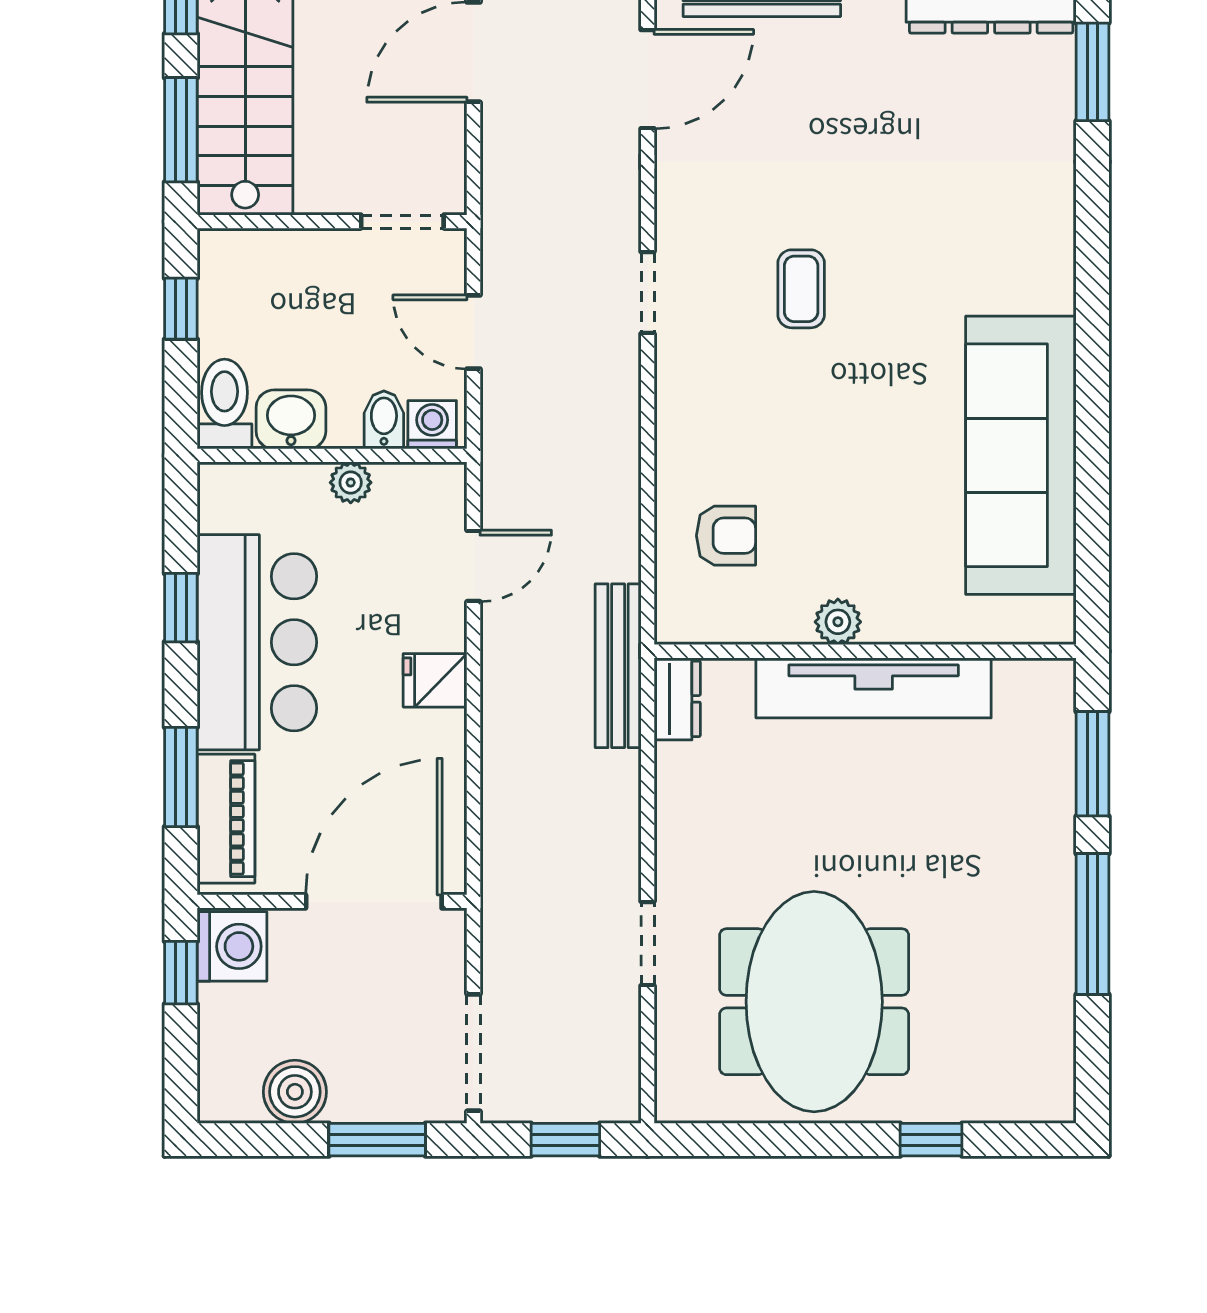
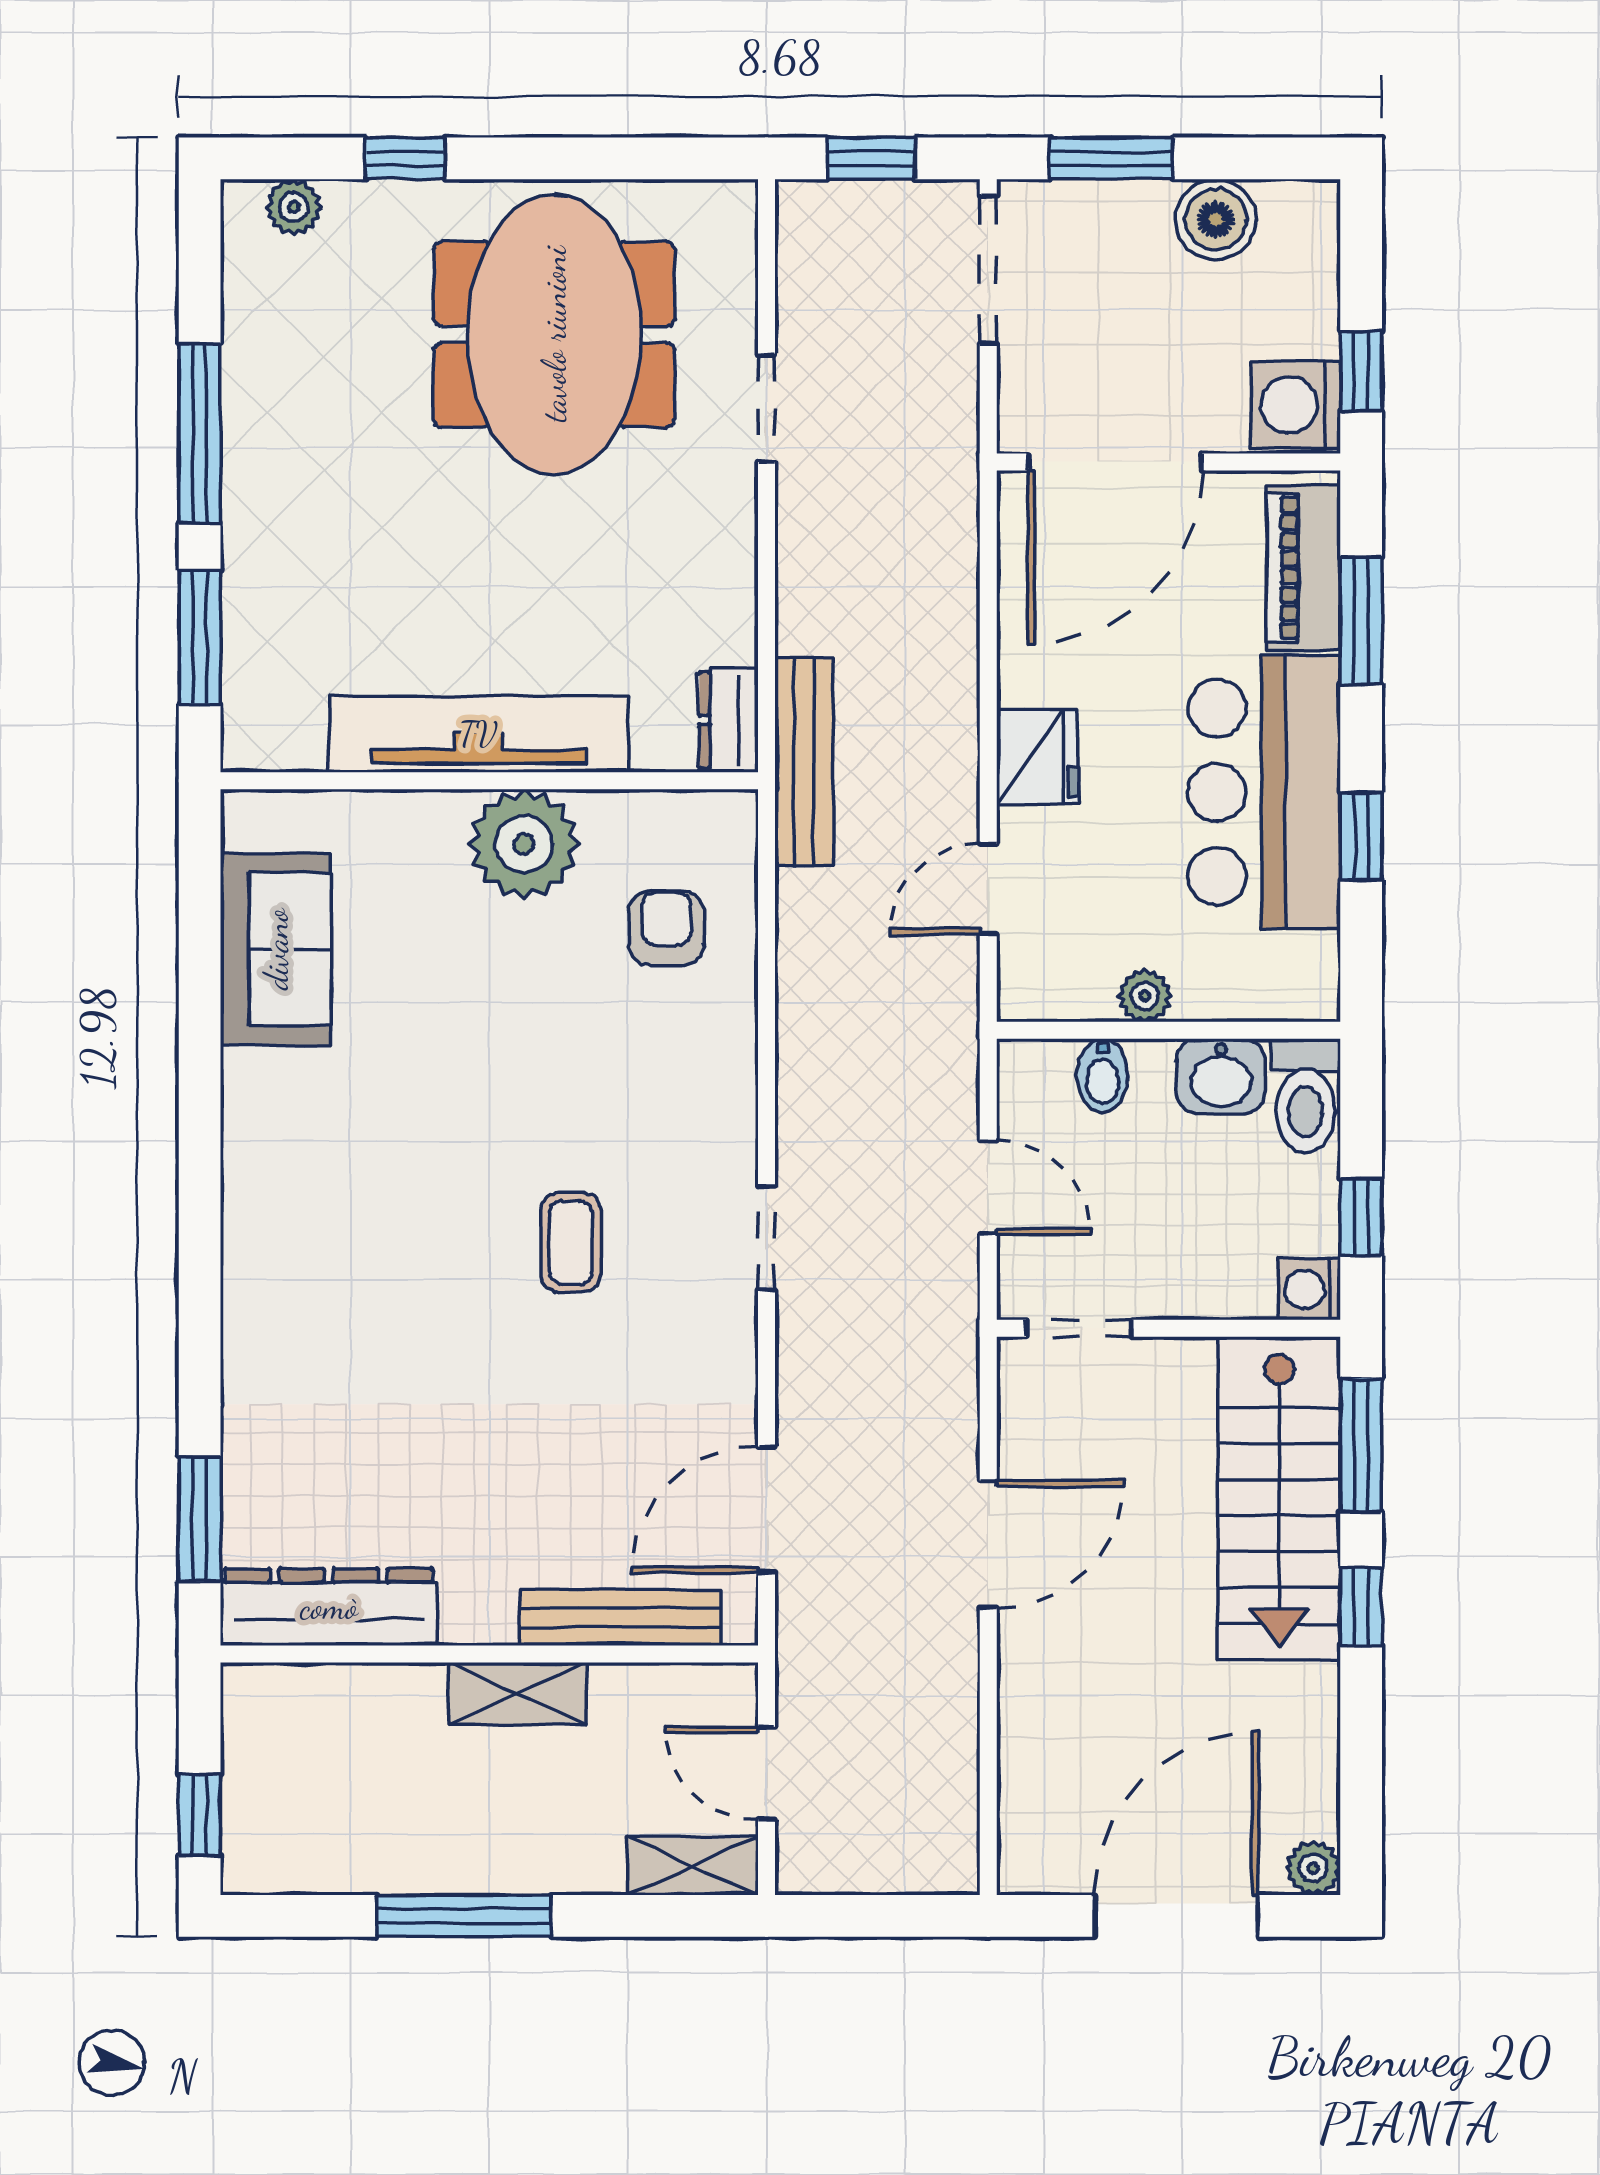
washing machine: (432, 425) -> (1309, 1289), moved, turned 90
sofa: (1021, 455) -> (276, 949), width x0.54, depth x0.79
armchair: (726, 536) -> (666, 928), turned 90
plant: (838, 622) -> (524, 844), width x1.88, depth x1.88
fridge: (435, 680) -> (1037, 757), width x1.38
plant: (1019, 1102) -> (294, 207), added

